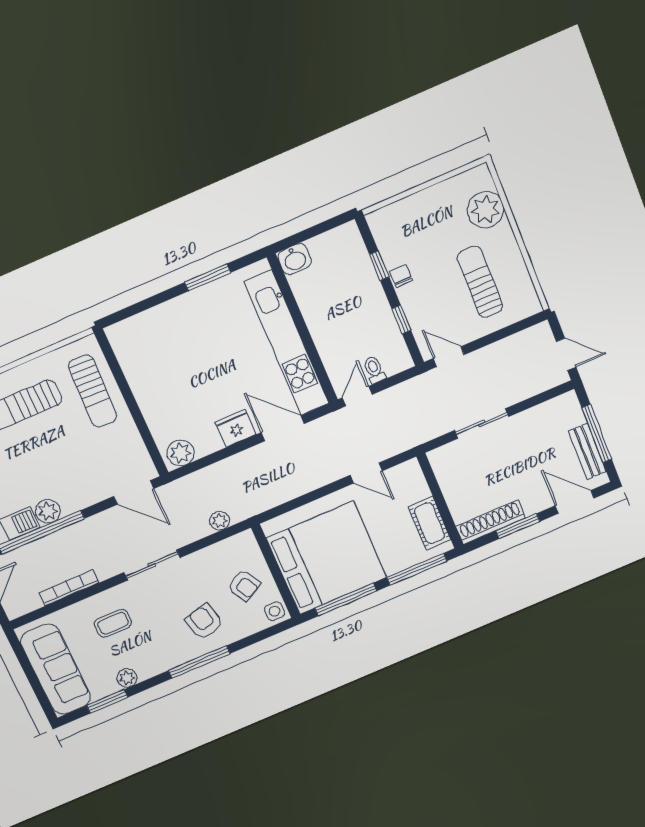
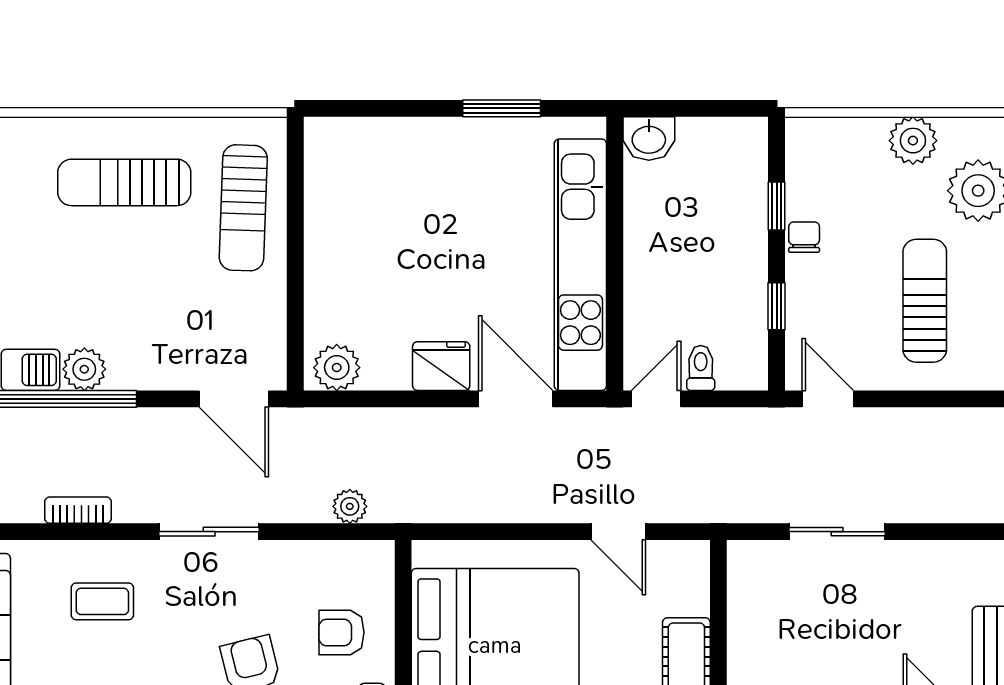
plant: (439, 198) -> (913, 141), added
armchair: (244, 586) -> (342, 632), turned 119
bookcase: (69, 588) -> (78, 510), width x0.64

